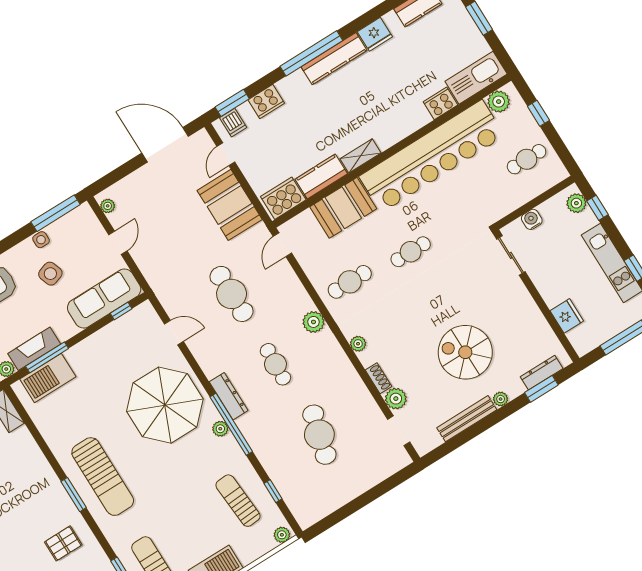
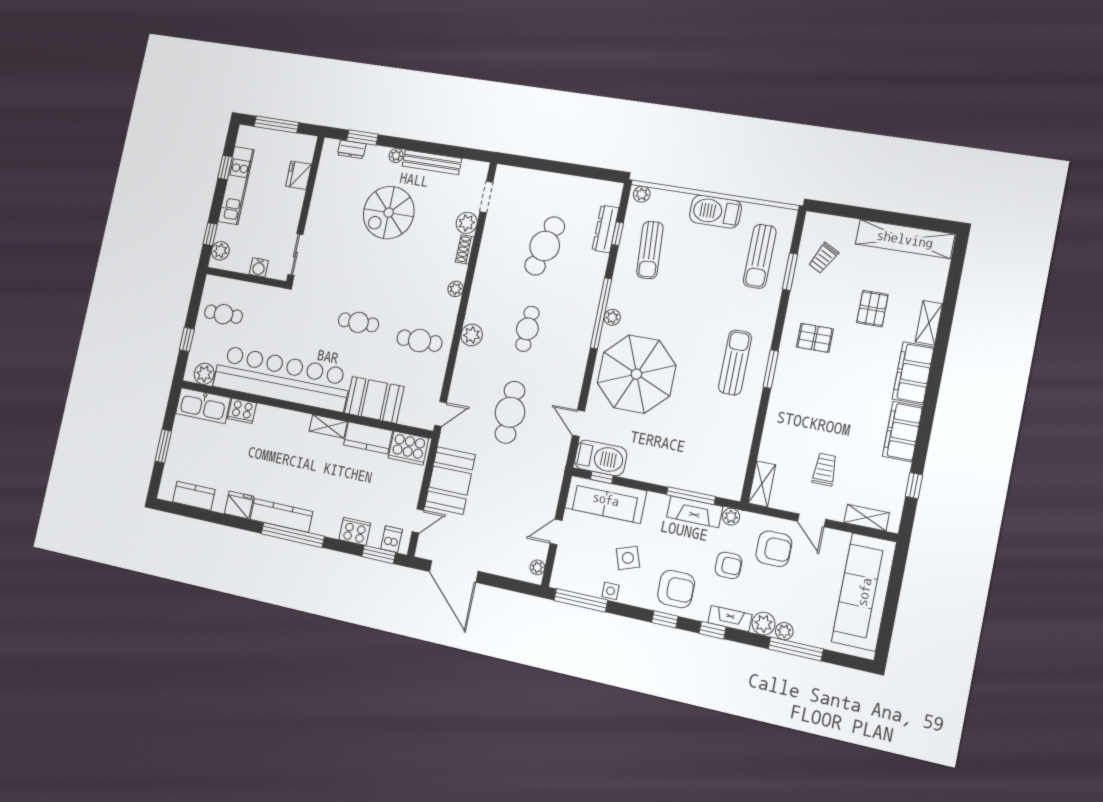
spiral stairs: (465, 352) -> (389, 213), turned 90
dresser: (542, 373) -> (352, 149), width x0.70
barbecue: (48, 378) -> (601, 458), moved
dresser: (229, 396) -> (606, 229), moved
sun lounger: (103, 477) -> (735, 363), width x0.73, depth x0.75

